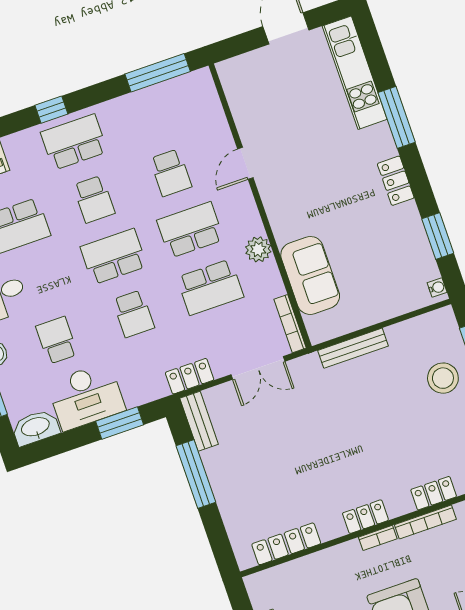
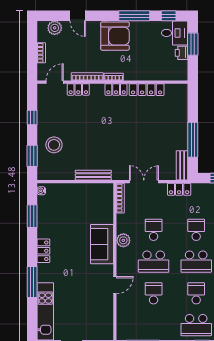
sofa: (310, 275) -> (102, 244), moved
school desk: (210, 287) -> (154, 230), width x0.54
locker: (286, 544) -> (147, 90), moved

